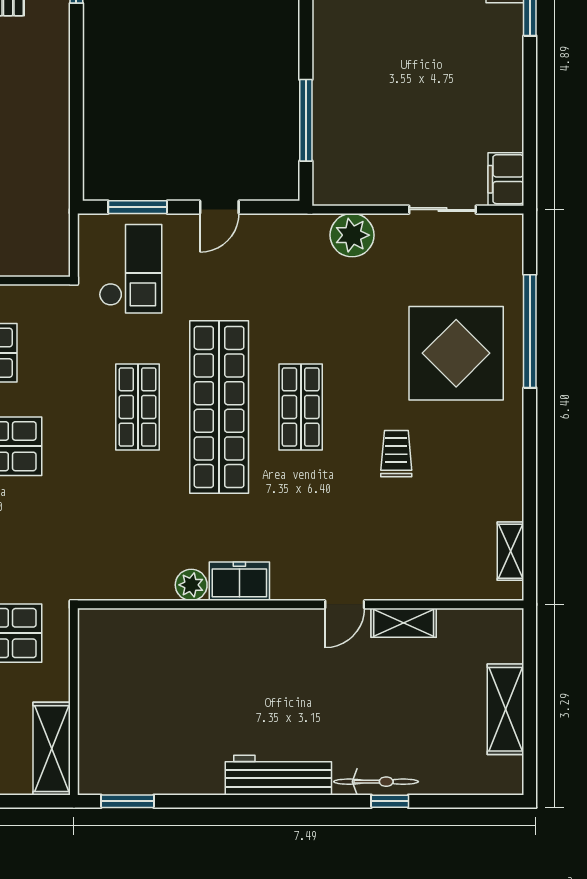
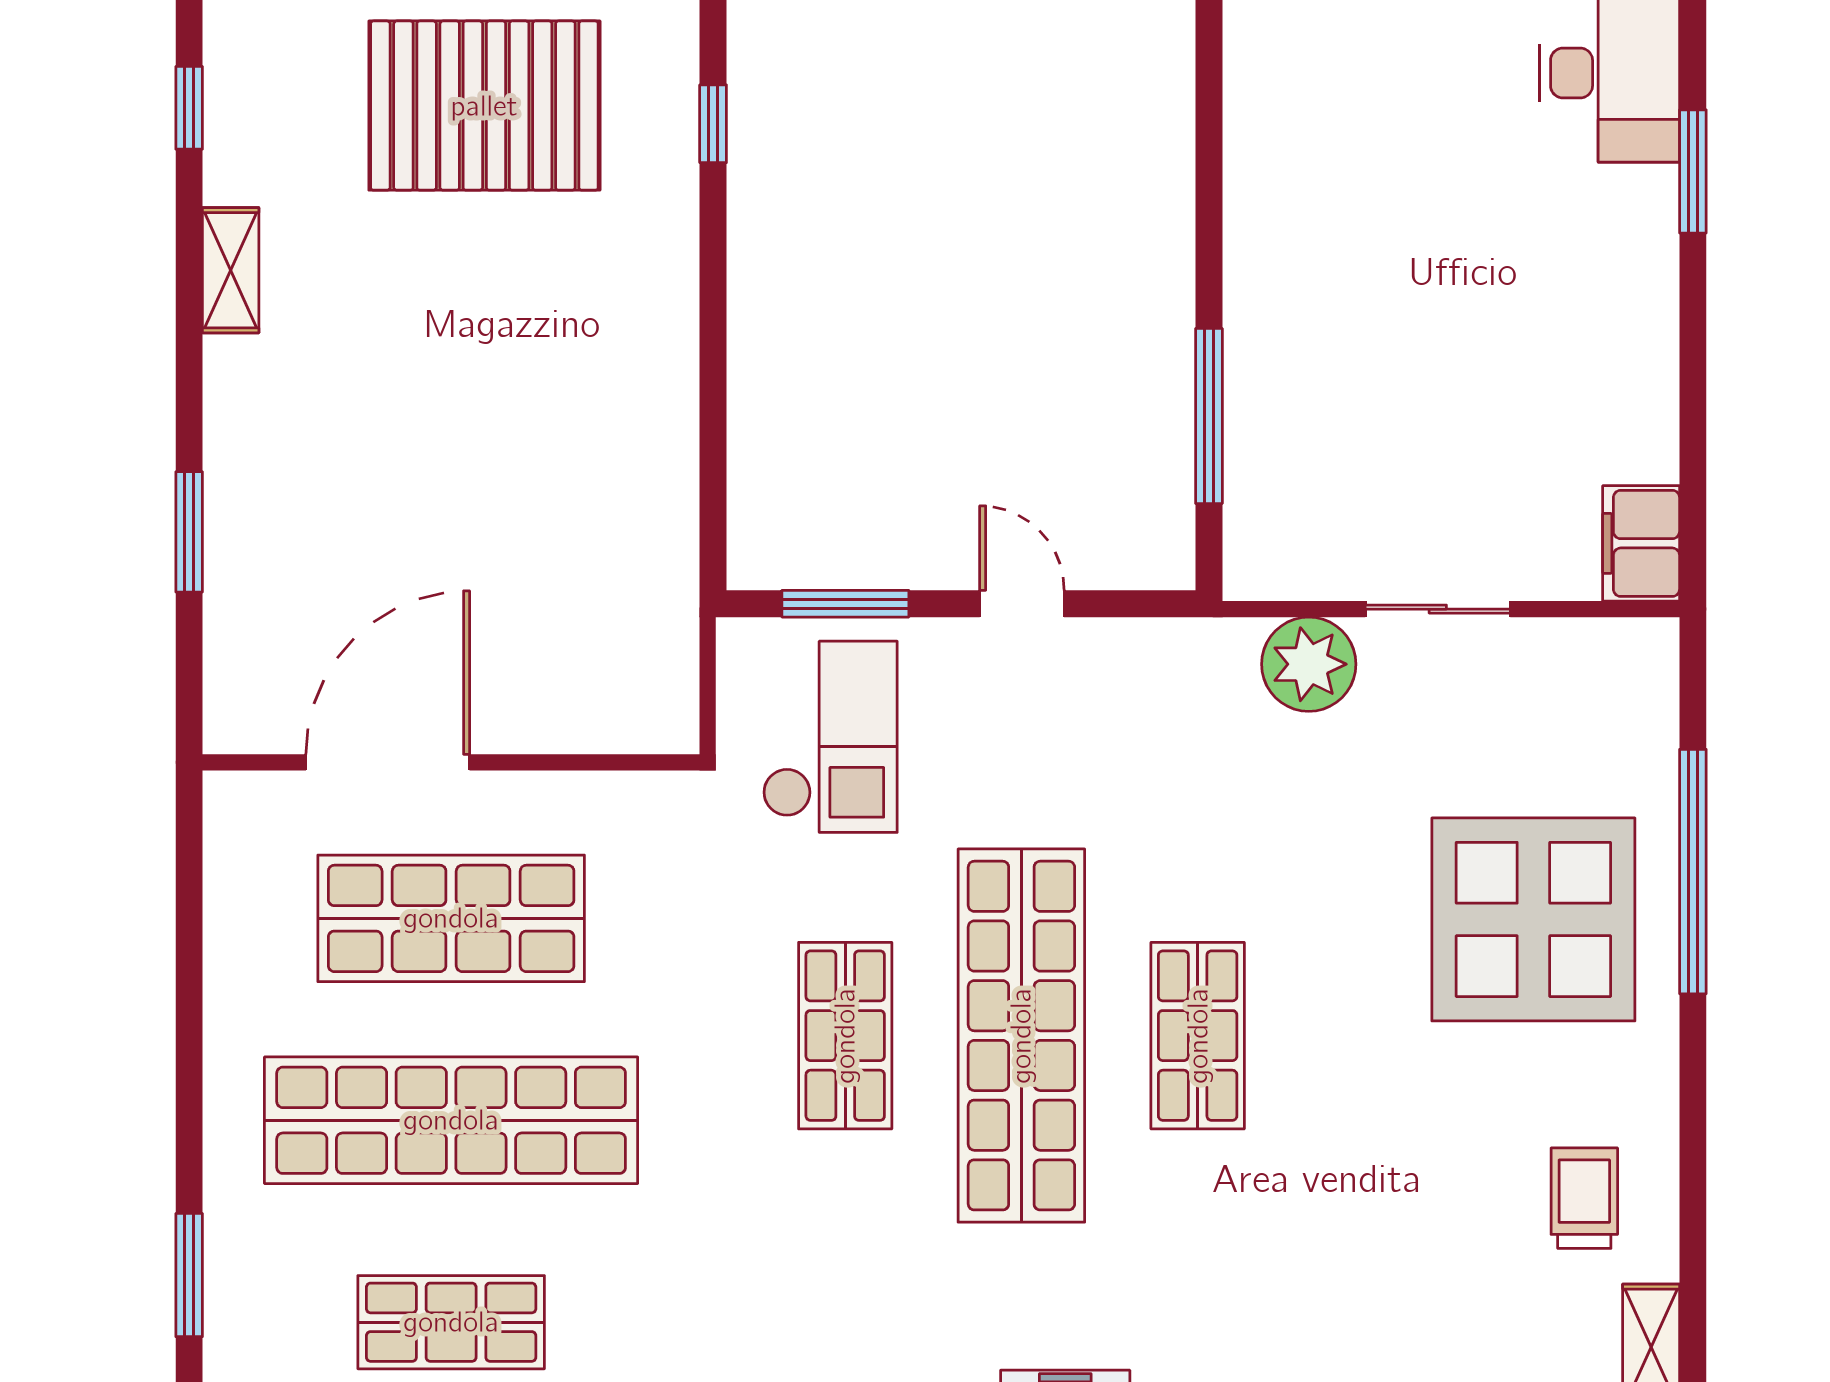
door: (219, 207) -> (1022, 604), swing flipped
sliding door: (442, 210) -> (1438, 609), moved
trolley: (396, 454) -> (1584, 1198), moved

